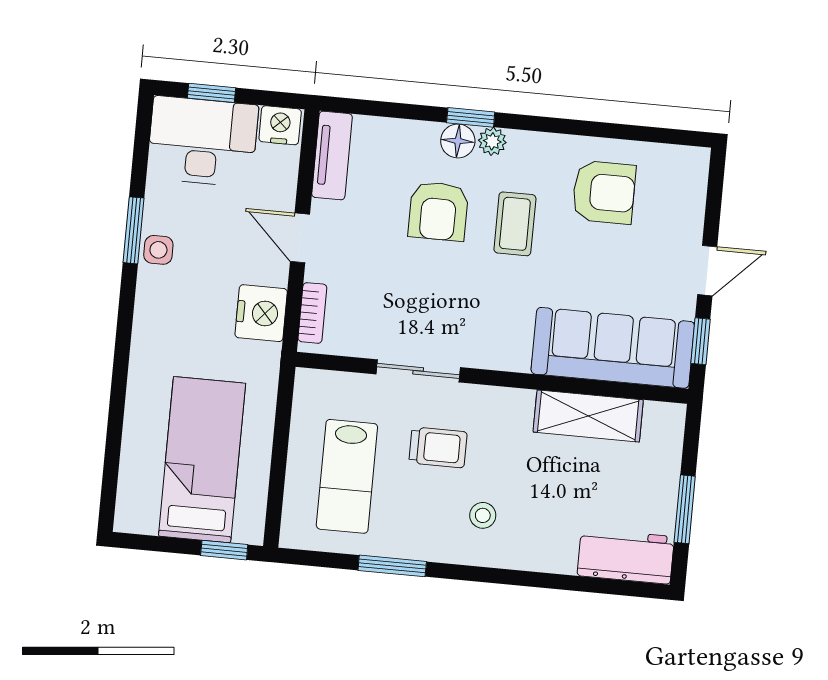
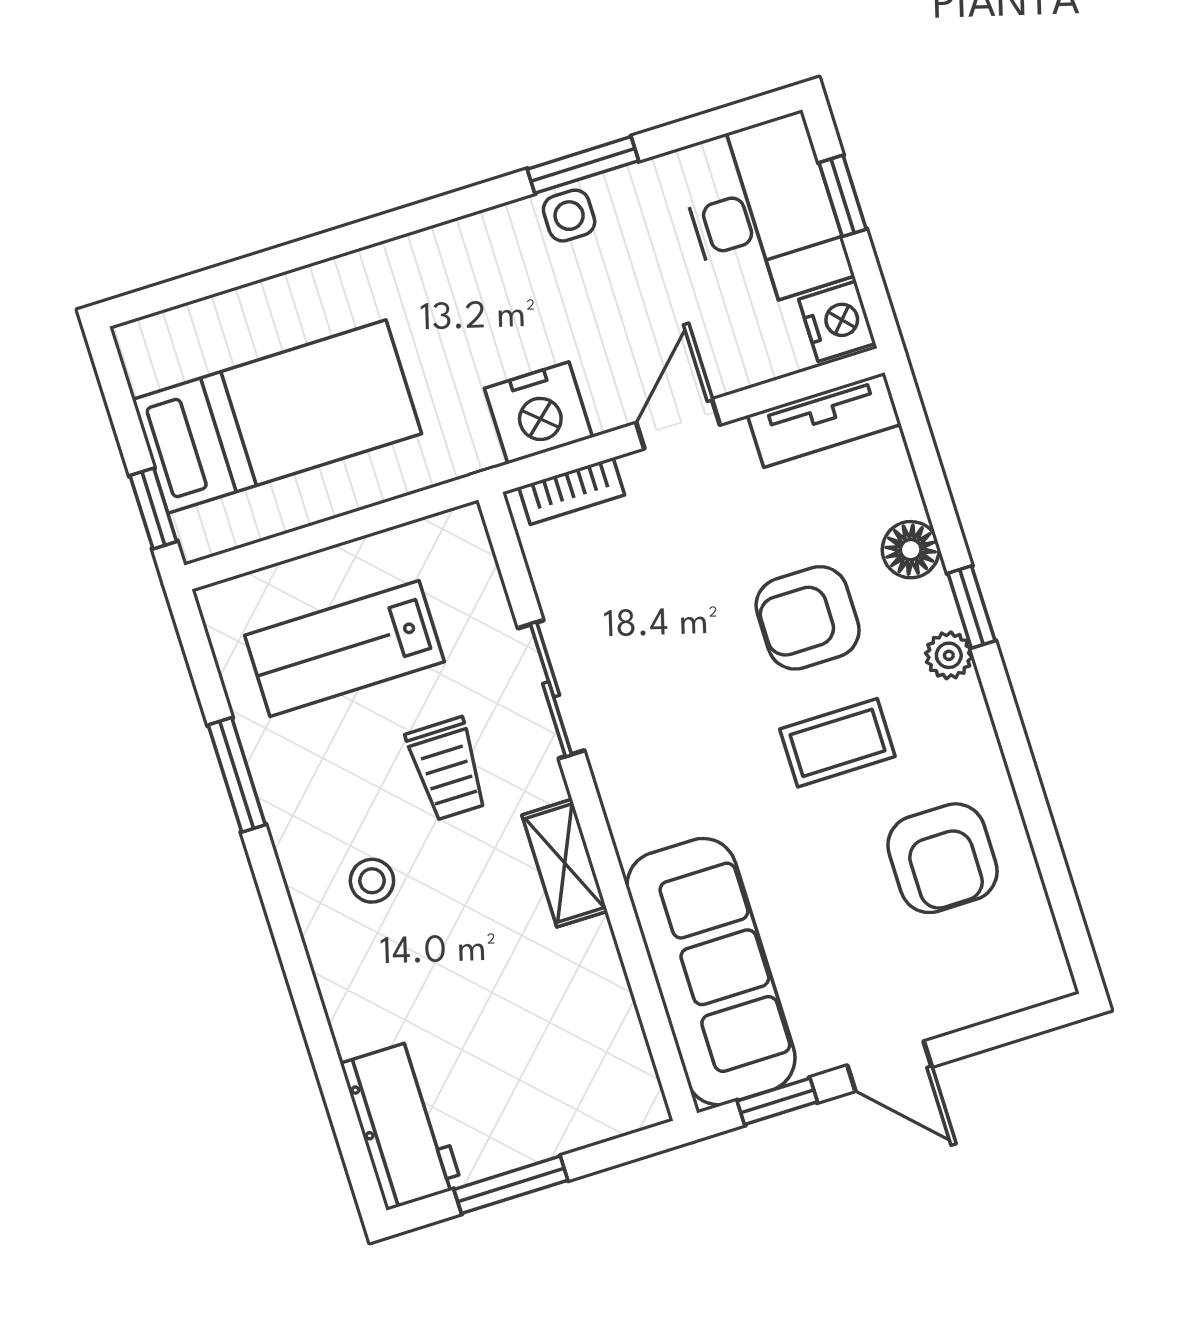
floor lamp: (458, 141) -> (911, 550), moved
shelving: (588, 416) -> (565, 863), moved, width x0.67, depth x0.75

